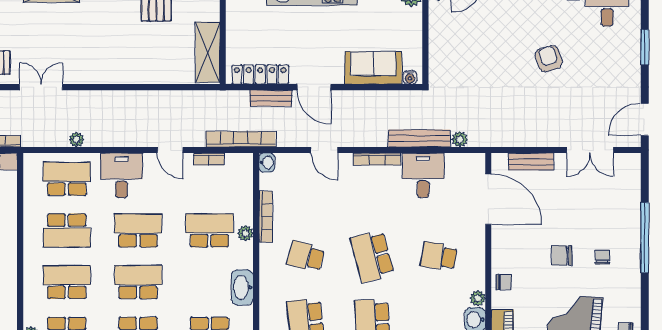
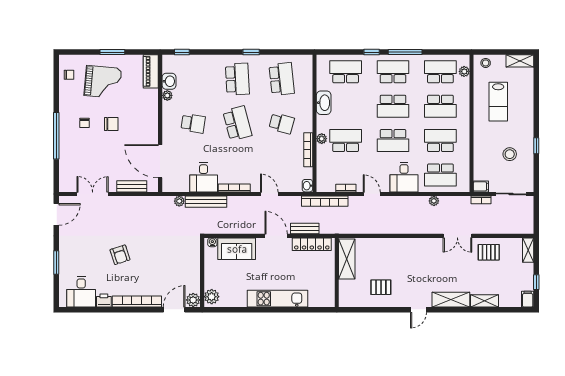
school desk: (209, 230) -> (346, 141), turned 180
chair: (504, 282) -> (150, 106), removed

